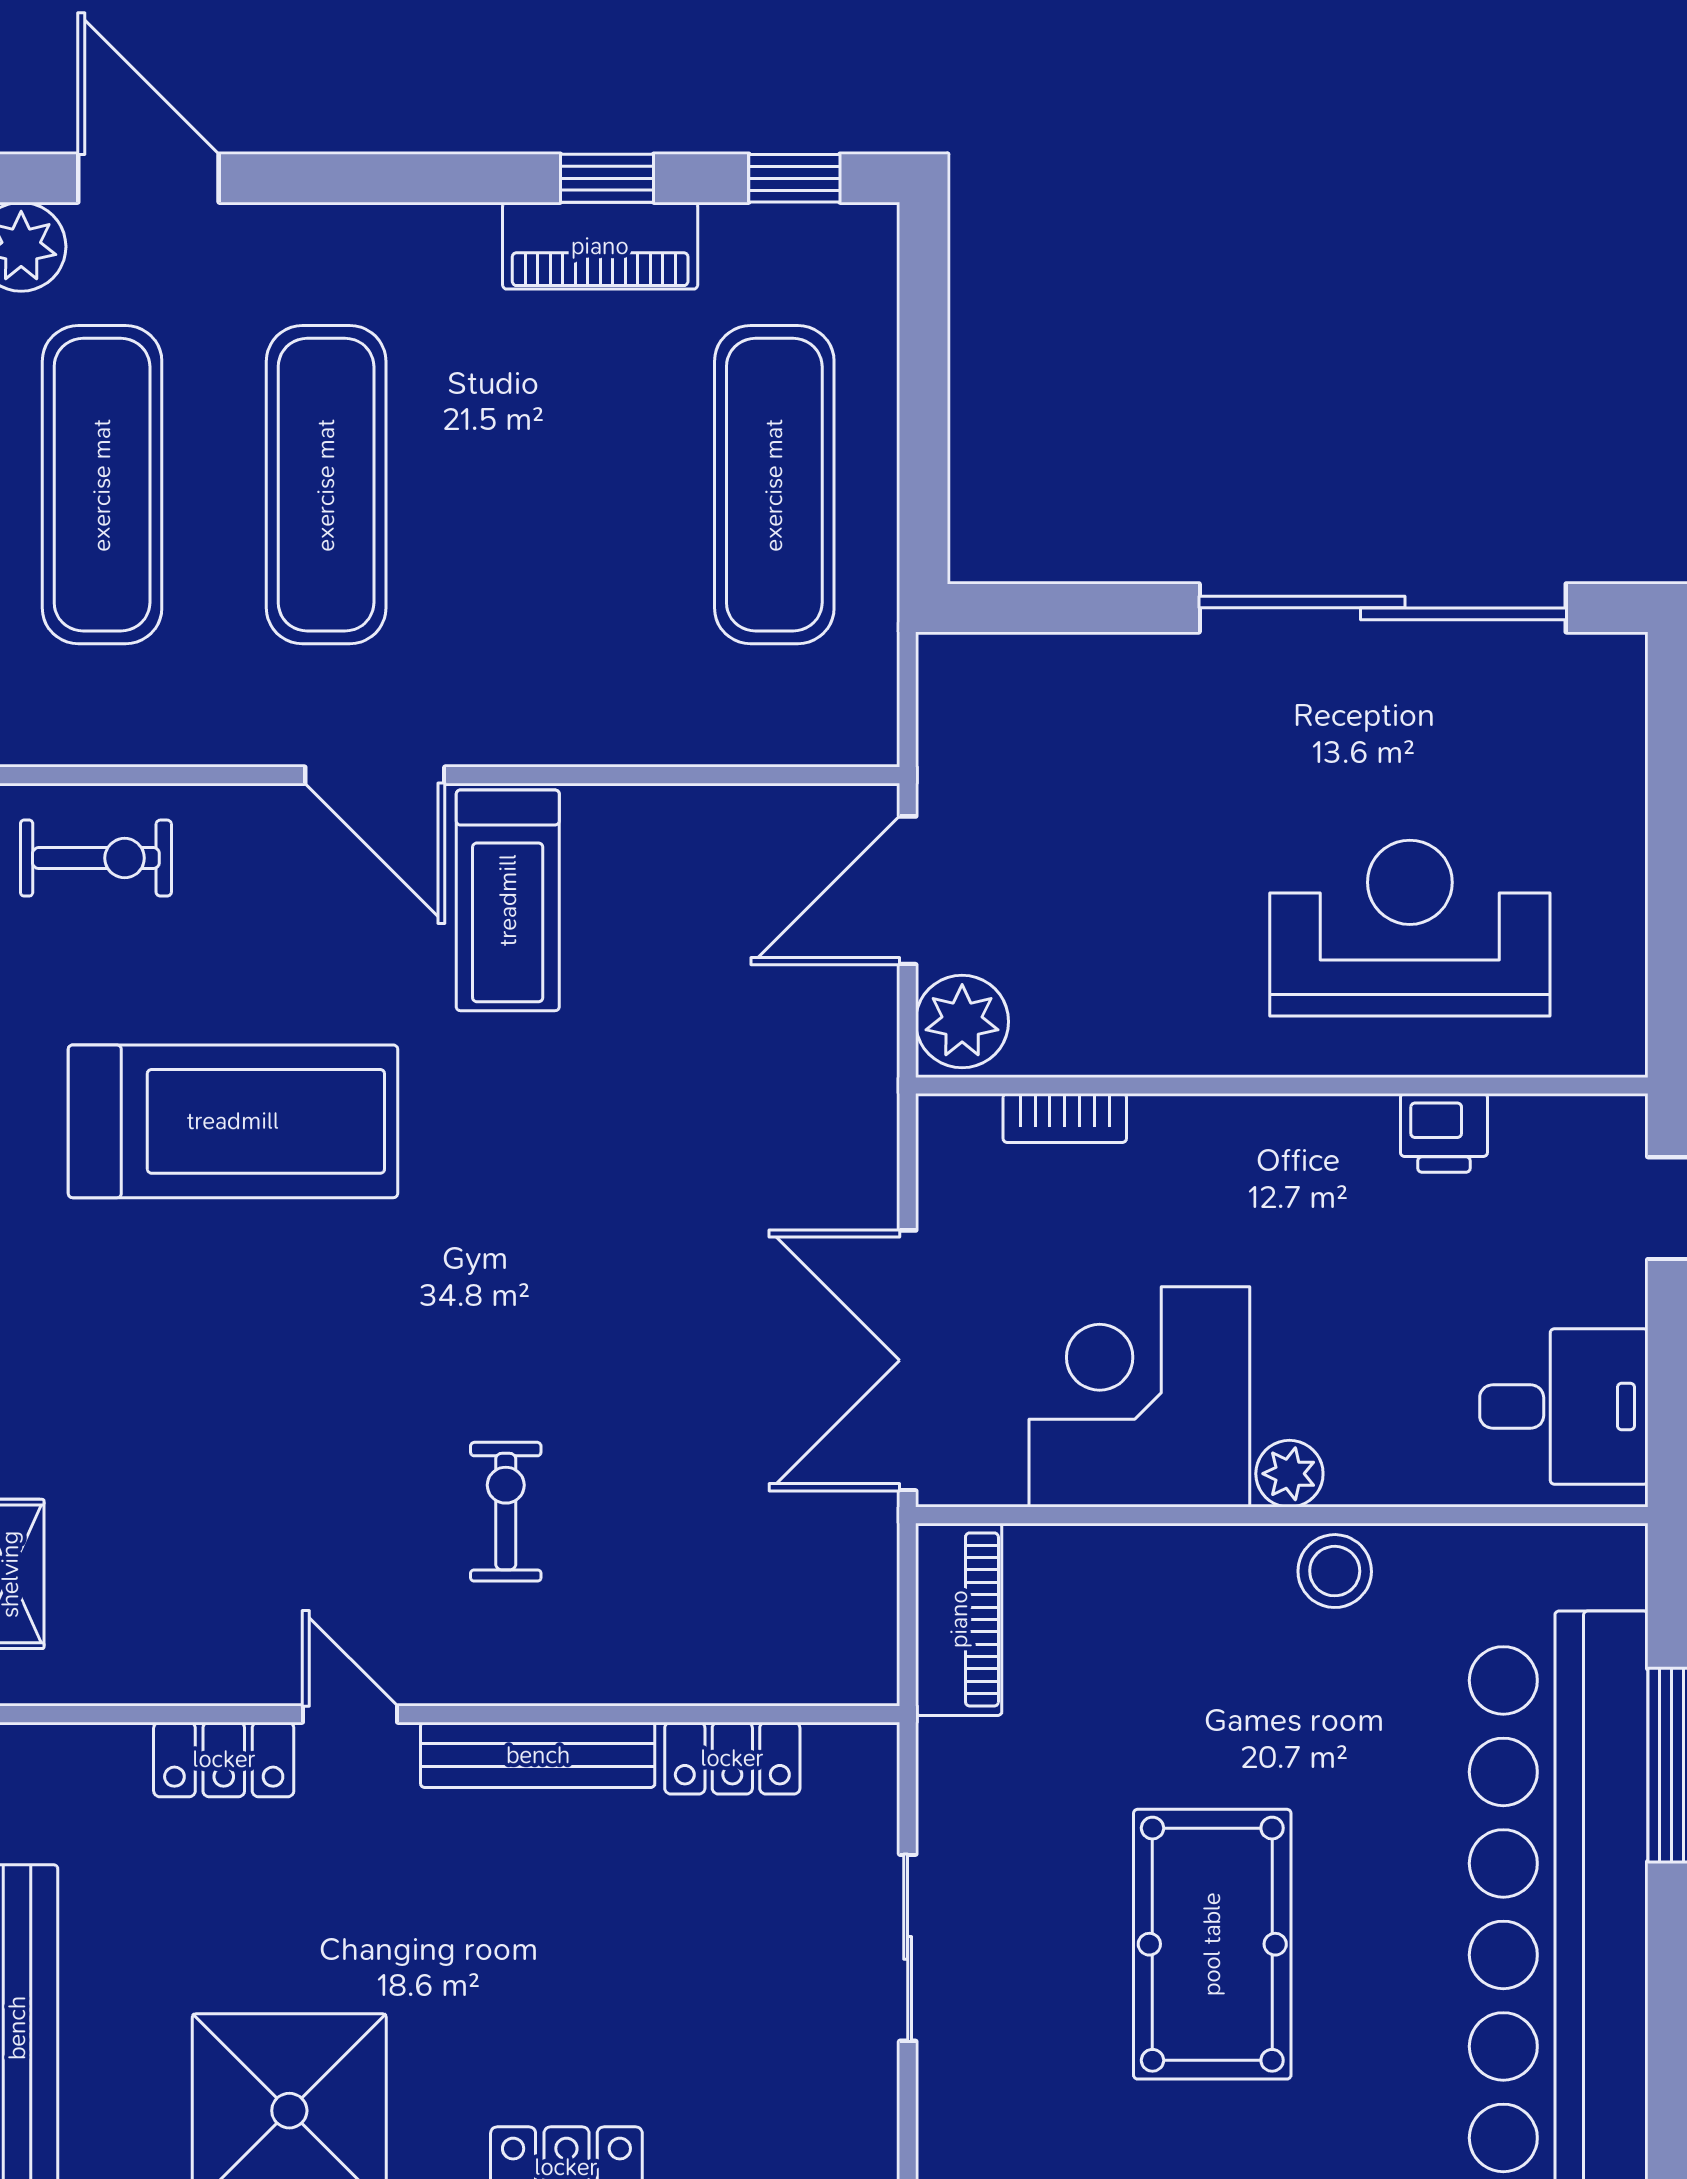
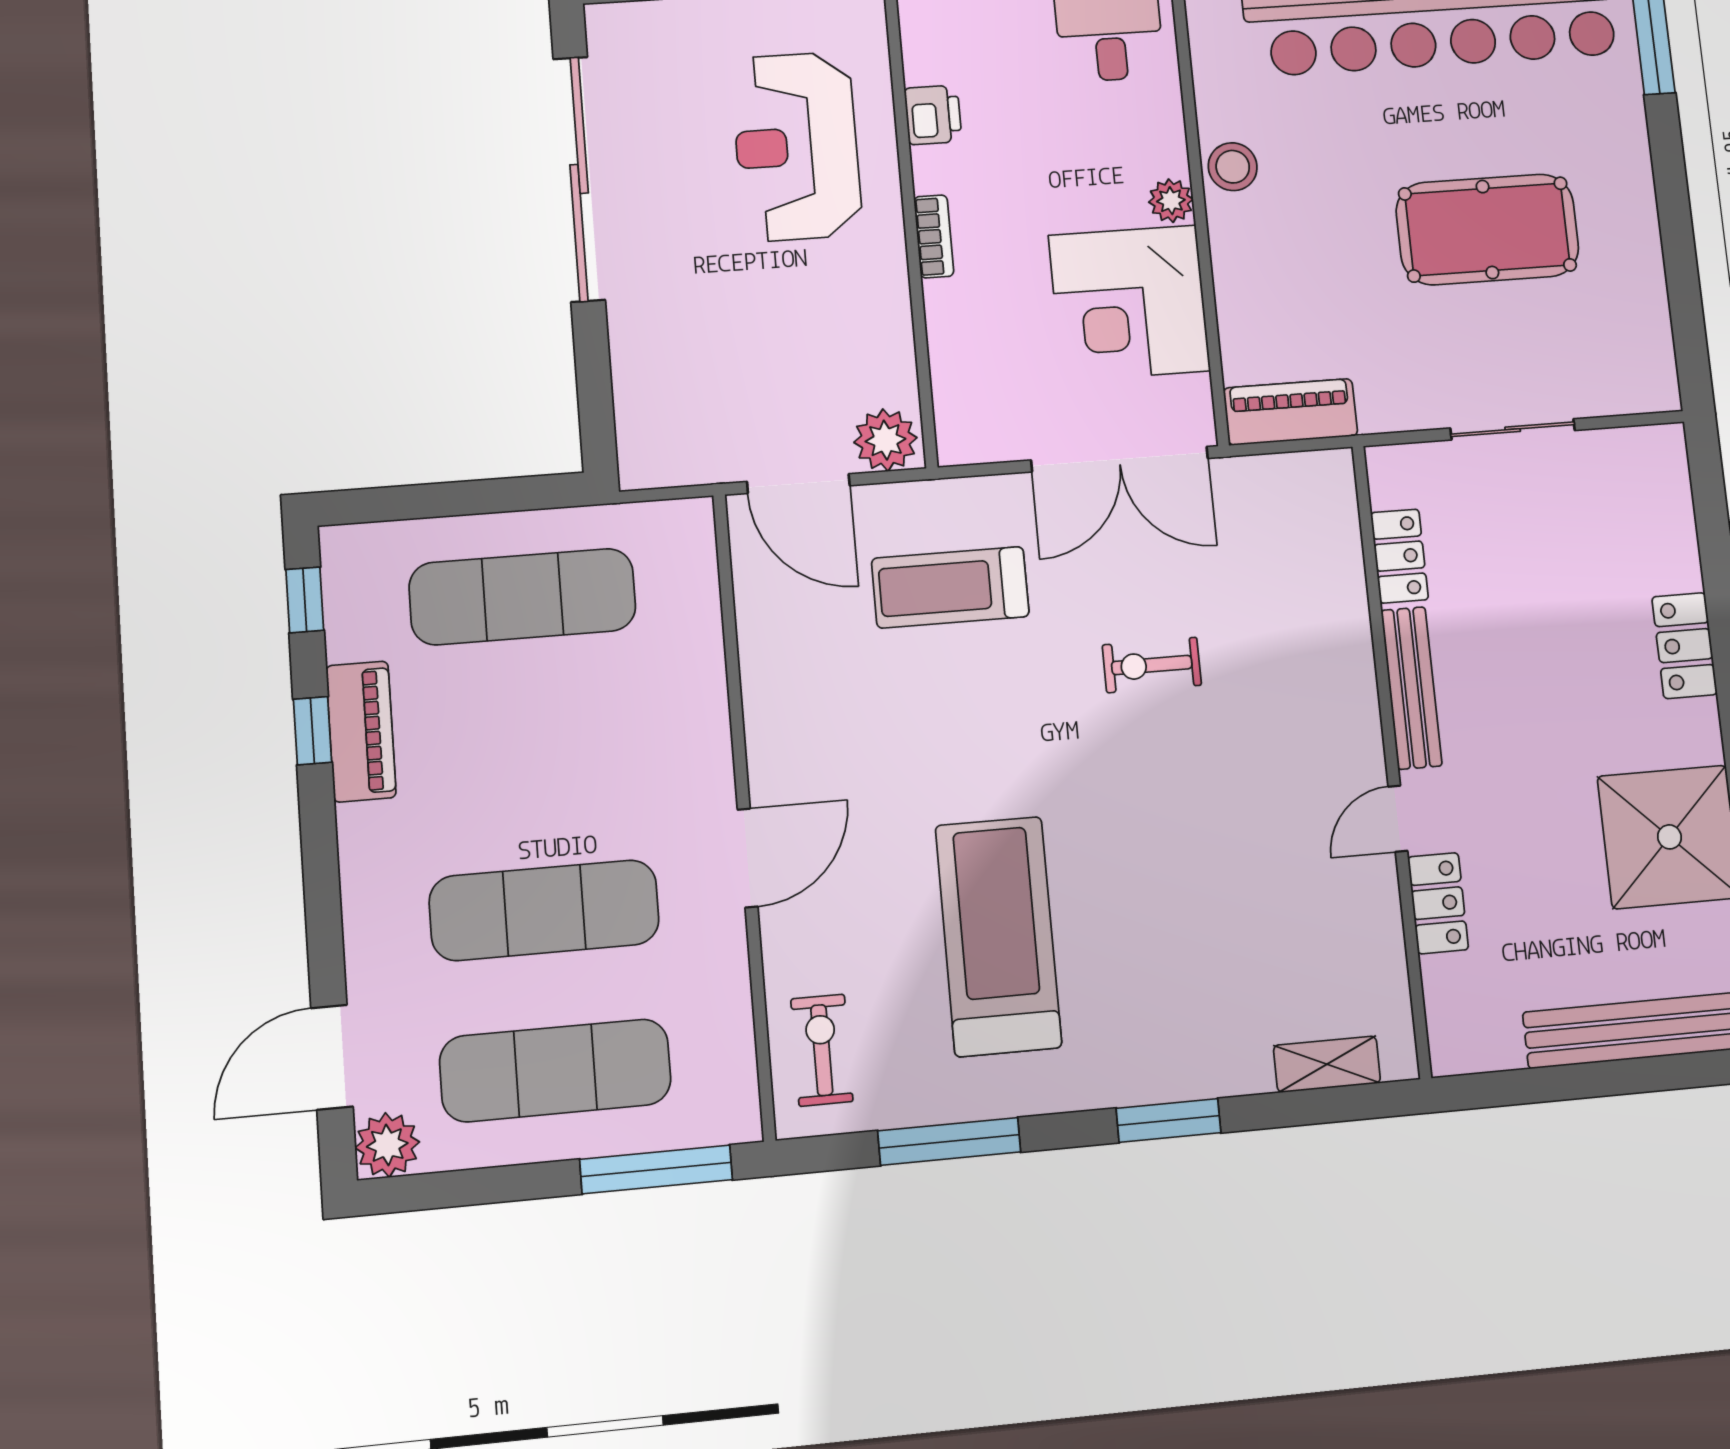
treadmill: (508, 900) -> (950, 587), moved, turned 180
bookcase: (1065, 1118) -> (934, 236), moved
exercise bike: (506, 1512) -> (1152, 665), moved

